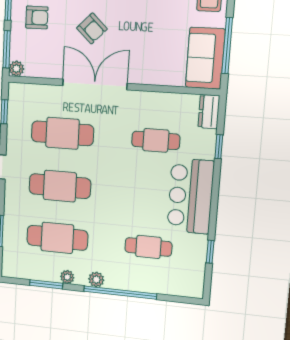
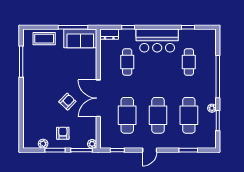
plant: (96, 279) -> (211, 91), removed

